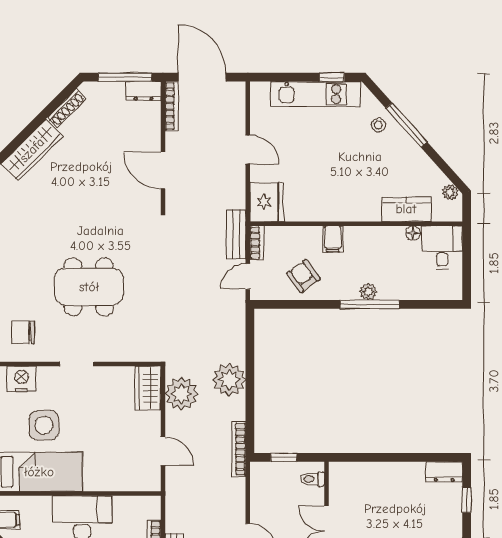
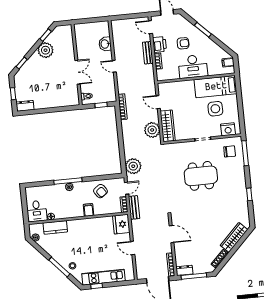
plant: (229, 380) -> (133, 166), moved
wardrobe: (148, 388) -> (168, 126), width x1.50

